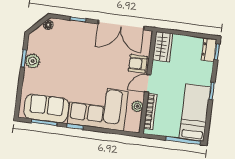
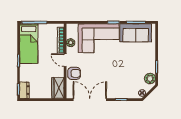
plant: (33, 61) -> (150, 79), moved
door: (148, 83) -> (65, 60), swing flipped

